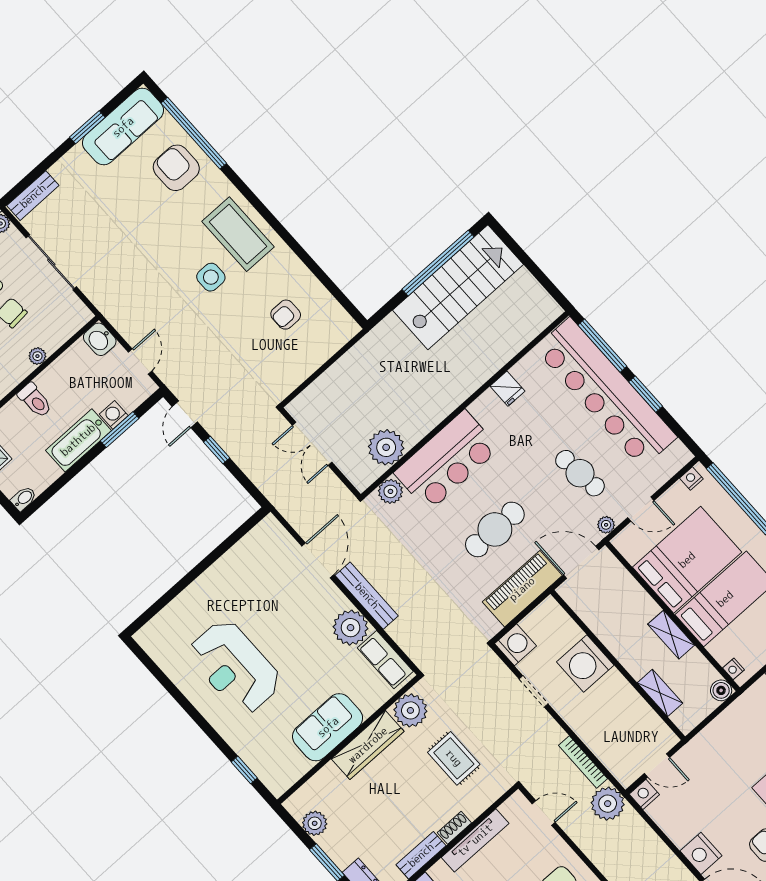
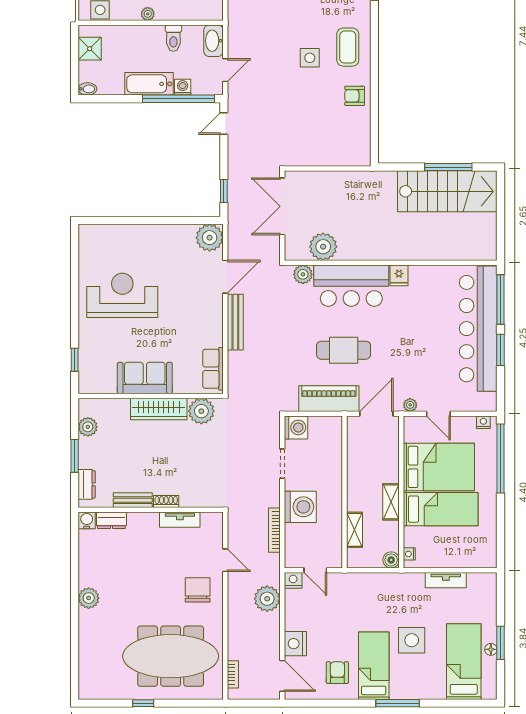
coffee table: (238, 234) -> (348, 47), width x0.73, depth x0.76
window: (438, 263) -> (448, 167), width x0.68
armchair: (286, 315) -> (355, 96), moved
washbasin: (100, 339) -> (214, 41), width x1.38
plant: (37, 356) -> (148, 14), moved
fridge: (507, 389) -> (399, 275), moved
toilet: (35, 400) -> (173, 38), moved
window: (120, 430) -> (178, 99), width x2.11
double door: (312, 444) -> (282, 206), width x1.37
window: (217, 450) -> (224, 191), moved
cafe table: (580, 473) -> (422, 362), removed
door: (581, 562) -> (376, 414), hinge flipped
plant: (351, 628) -> (210, 238), moved
washing machine: (585, 663) -> (300, 507), moved, turned 180
reception desk: (235, 667) -> (122, 295), turned 90
rug: (454, 758) -> (202, 461), removed
plant: (608, 804) -> (267, 599), moved
door: (544, 813) -> (225, 560), moved
tv unit: (475, 840) -> (180, 520), width x0.71

